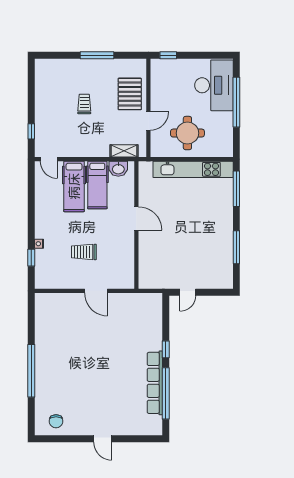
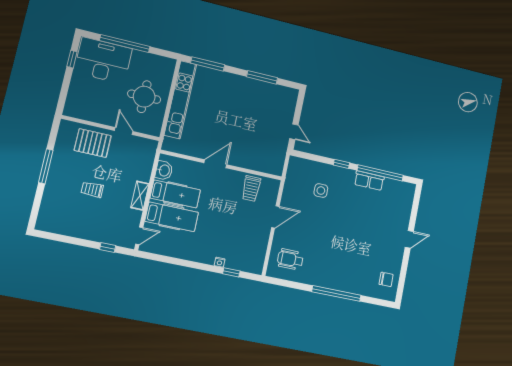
window: (168, 55) -> (72, 59), moved
shelving: (124, 151) -> (140, 196), moved
trolley: (84, 252) -> (251, 189), moved
wheelchair: (56, 315) -> (290, 259), added
side table: (133, 333) -> (321, 191), added
row of seats: (155, 383) -> (369, 181), width x0.50

